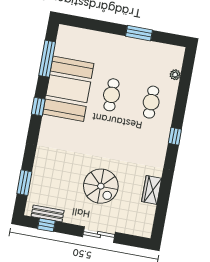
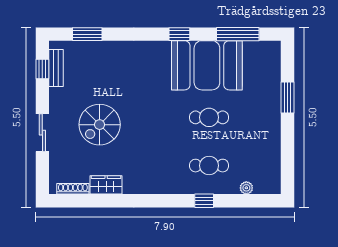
window: (139, 33) -> (287, 97), moved
window: (175, 136) -> (204, 201), moved
shoe rack: (150, 218) -> (73, 189), added

